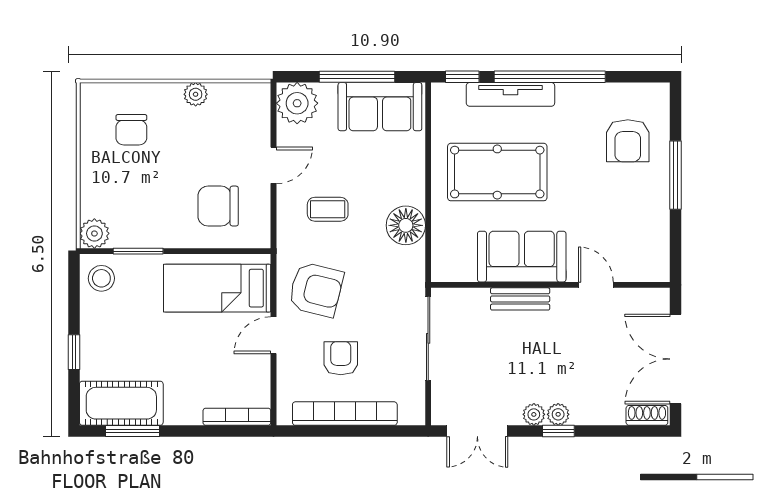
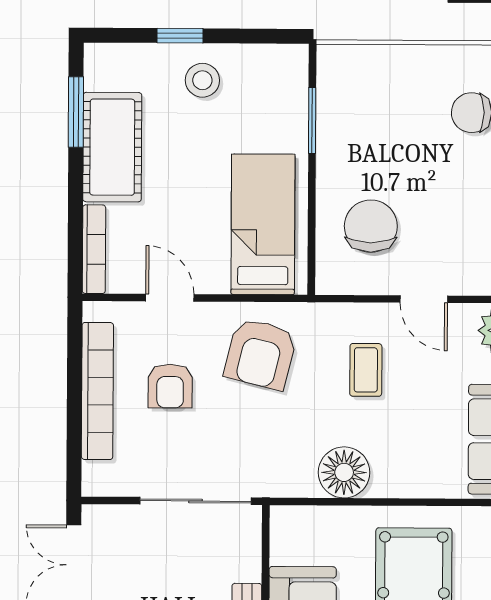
plant: (94, 233) -> (336, 63), removed
stool: (101, 278) -> (202, 80), moved
door: (274, 335) -> (170, 298), moved
armchair: (341, 358) -> (170, 386), turned 90
cot: (121, 403) -> (112, 147), moved

